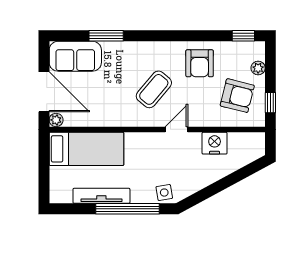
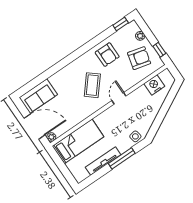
window: (106, 36) -> (47, 74), removed
nightstand: (215, 143) -> (154, 85), moved
window: (128, 209) -> (122, 158), width x0.68

